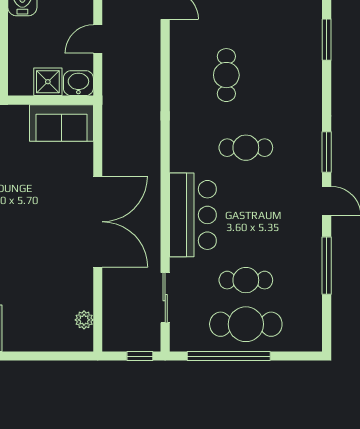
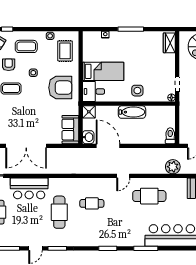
door: (98, 39) -> (108, 146), width x1.87
shower: (48, 82) -> (89, 112), moved
cafe table: (246, 148) -> (59, 212), width x1.37, depth x1.35

